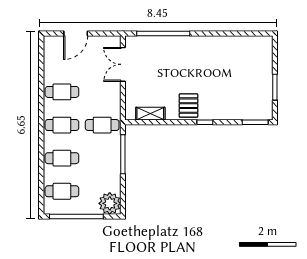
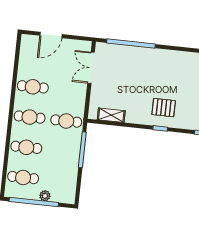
pallet: (188, 106) -> (164, 108), moved, turned 90
plant: (110, 203) -> (45, 196), moved, width x0.53, depth x0.53

